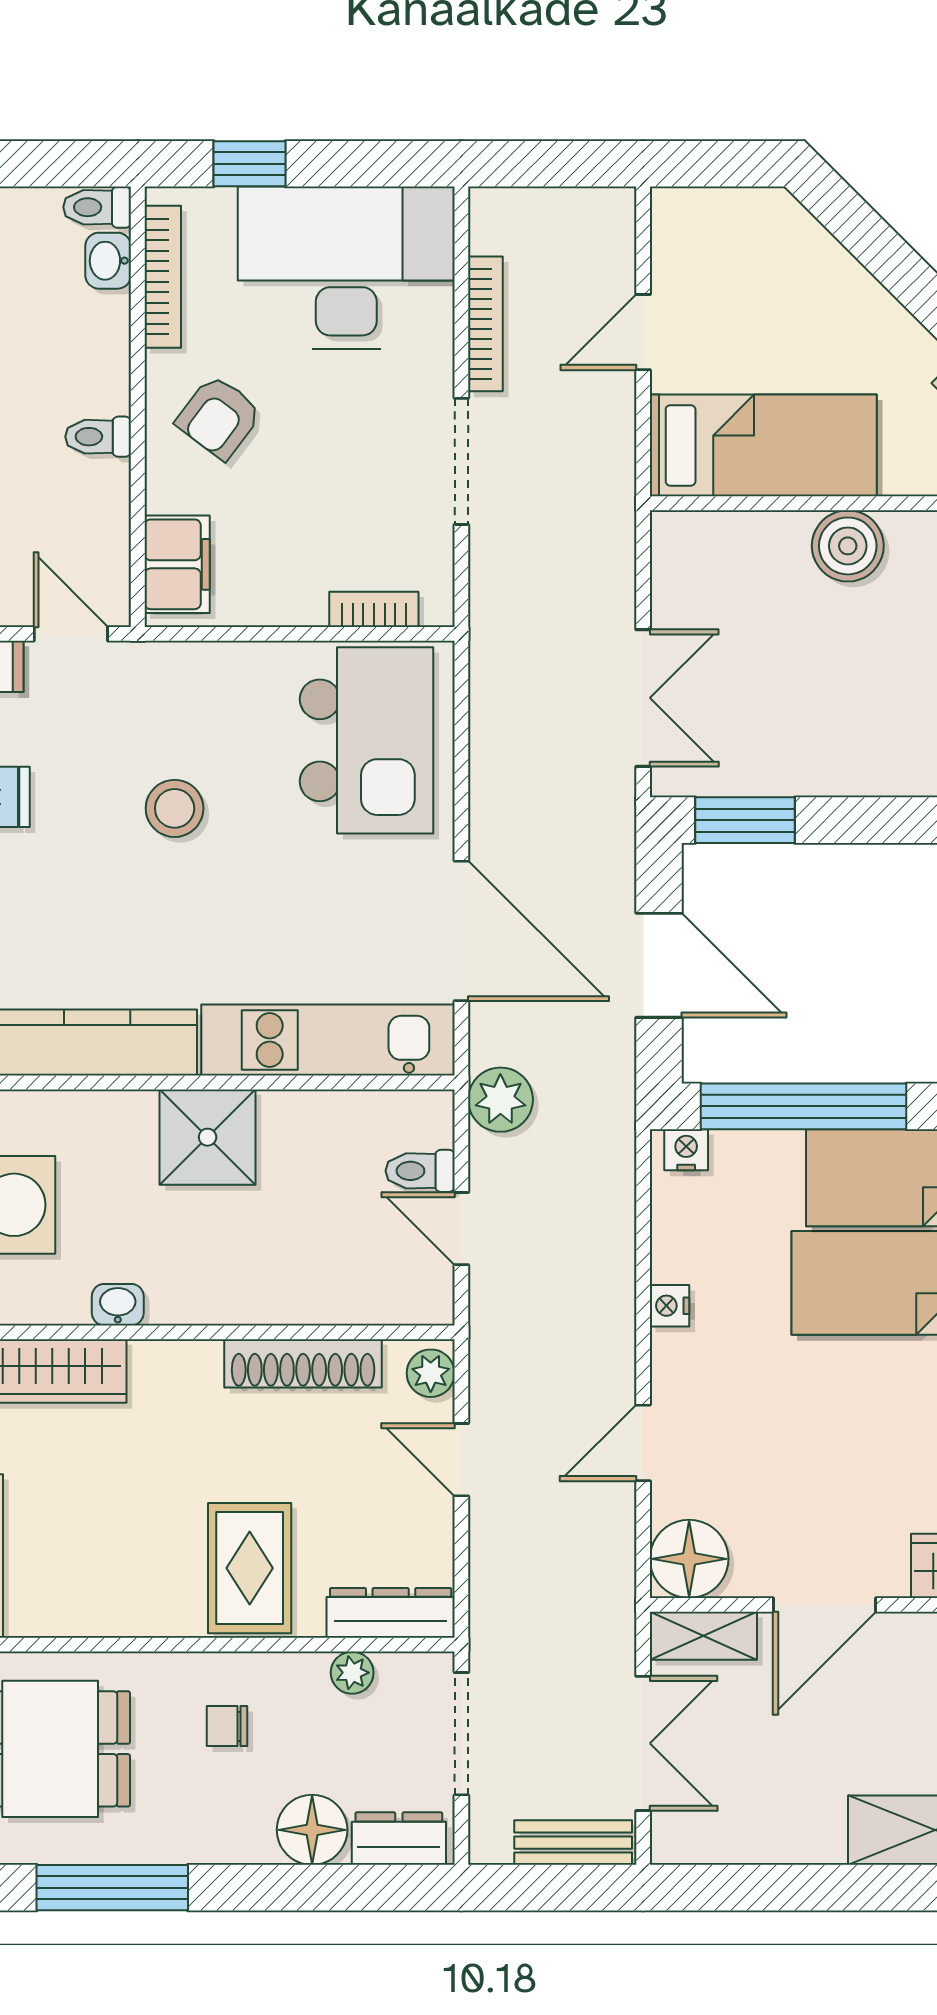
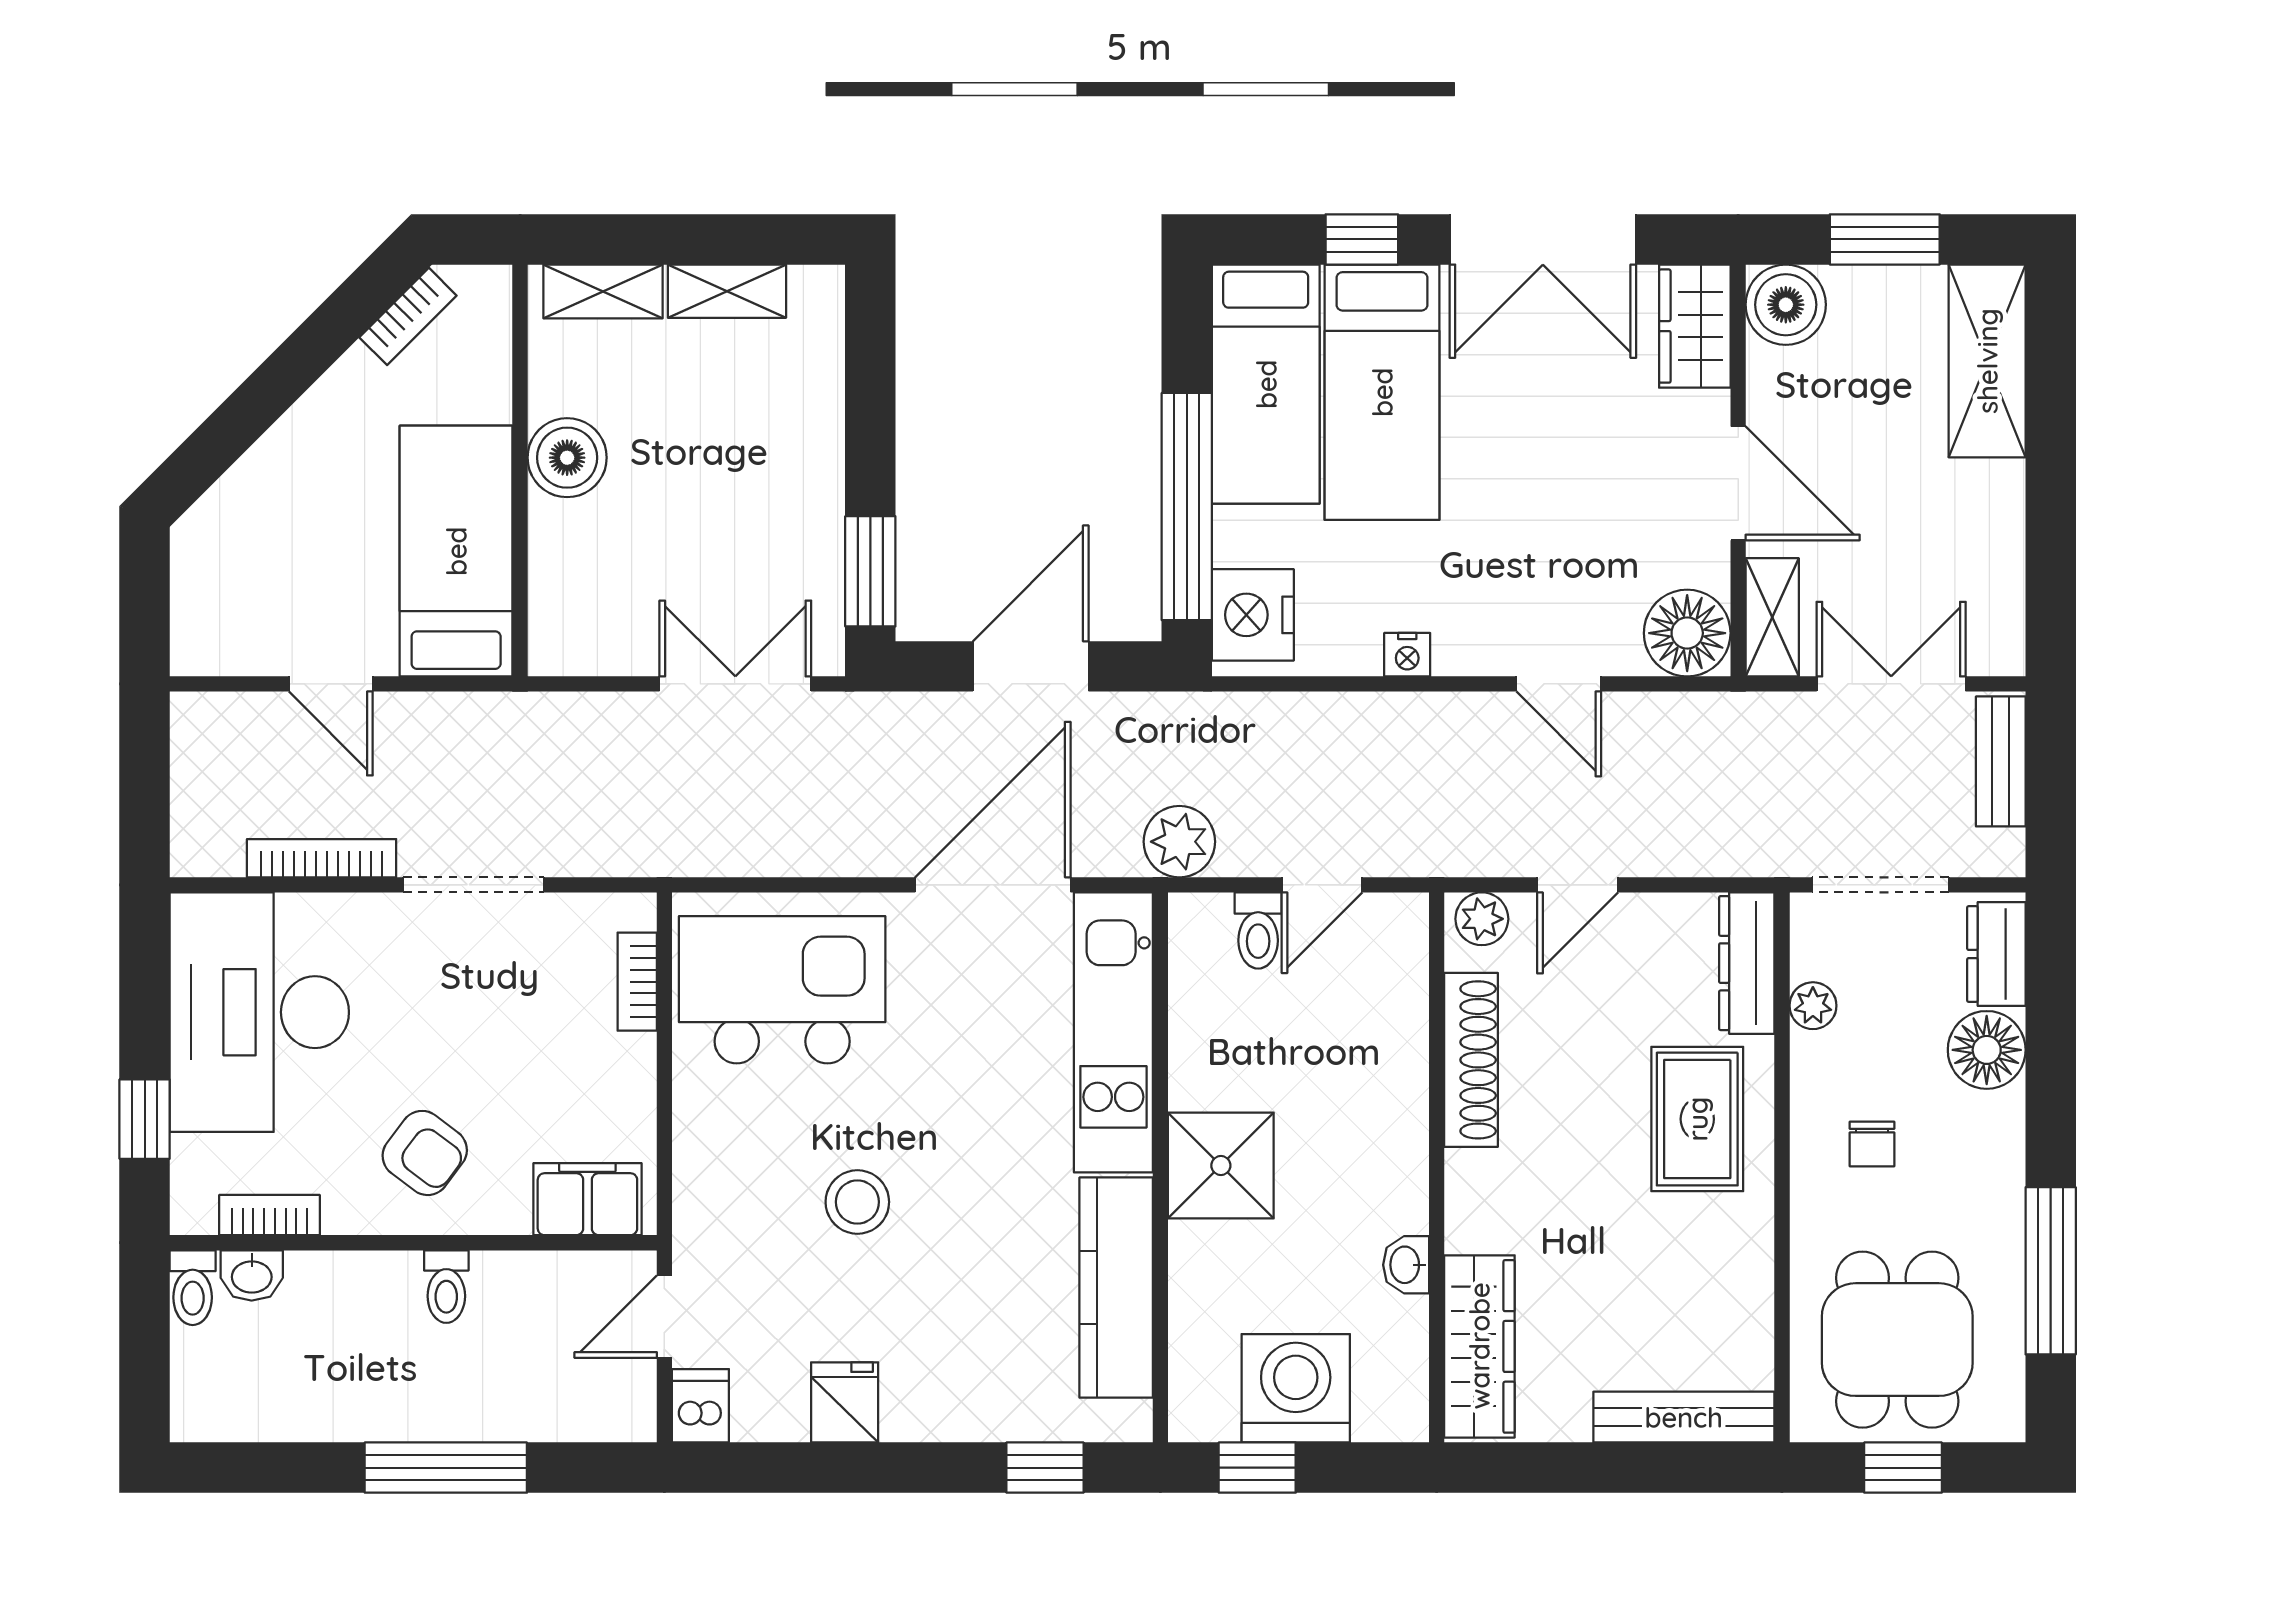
bookcase: (163, 277) -> (270, 1215), width x0.64
nightstand: (686, 1150) -> (1253, 615), width x1.89, depth x1.79
rug: (250, 1568) -> (1697, 1119), turned 90

